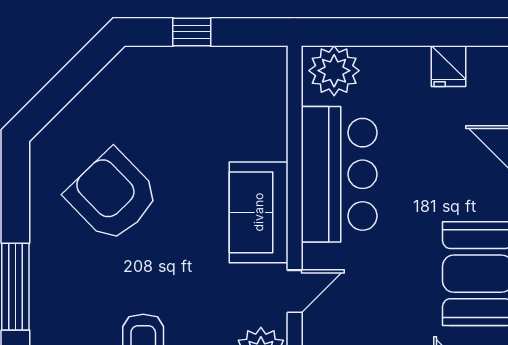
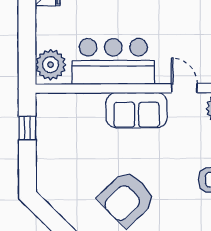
window: (192, 32) -> (27, 128), moved

